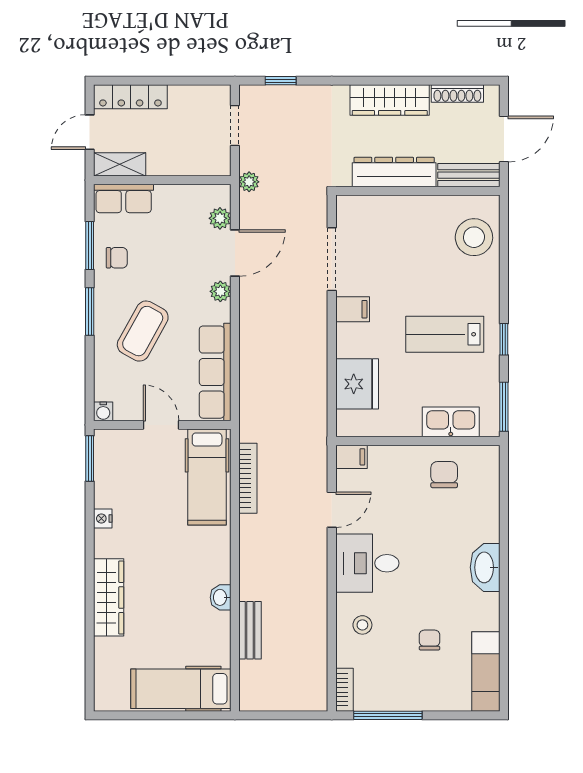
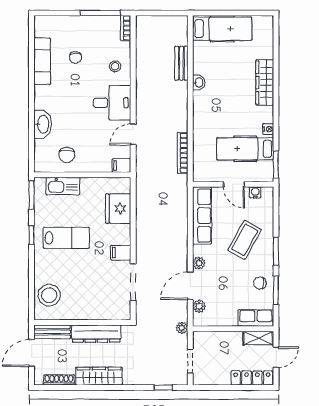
water cooler: (103, 411) -> (255, 192), moved
hospital bed: (207, 477) -> (245, 149), moved, turned -90
washbasin: (485, 567) -> (43, 124), moved
exam couch: (486, 672) -> (42, 61), moved

